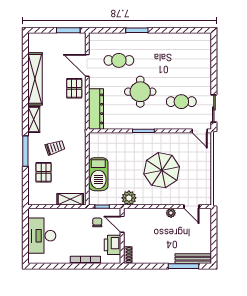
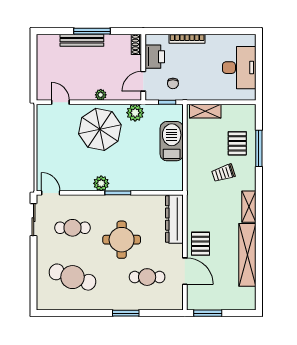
cafe table: (181, 60) -> (72, 277), added
plant: (157, 139) -> (101, 183), added
window: (25, 151) -> (259, 148), moved
parasol: (162, 170) -> (100, 129), moved
plant: (171, 213) -> (101, 95), moved
door: (122, 224) -> (143, 81), swing flipped
bench: (193, 259) -> (82, 40), moved
window: (183, 266) -> (92, 31), moved

